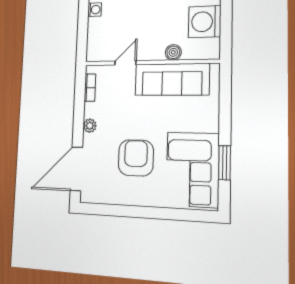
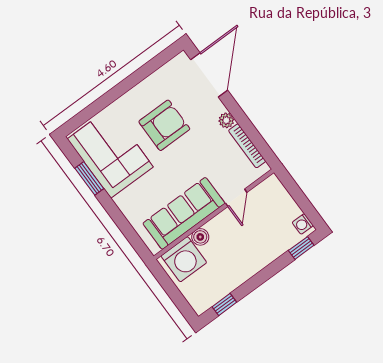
washing machine: (205, 22) -> (184, 259), moved, turned 90
bookcase: (90, 88) -> (247, 146), width x1.56
armchair: (136, 158) -> (164, 125), turned -90

